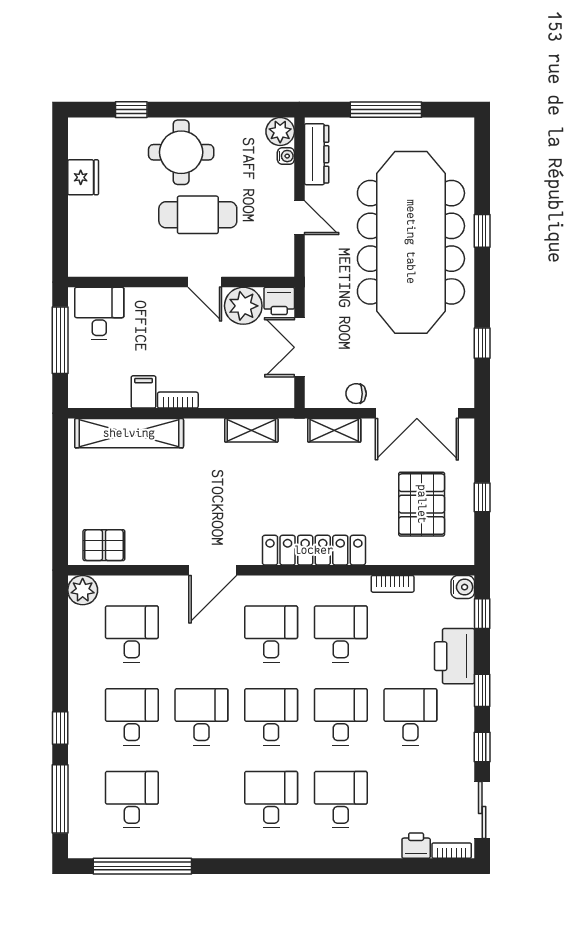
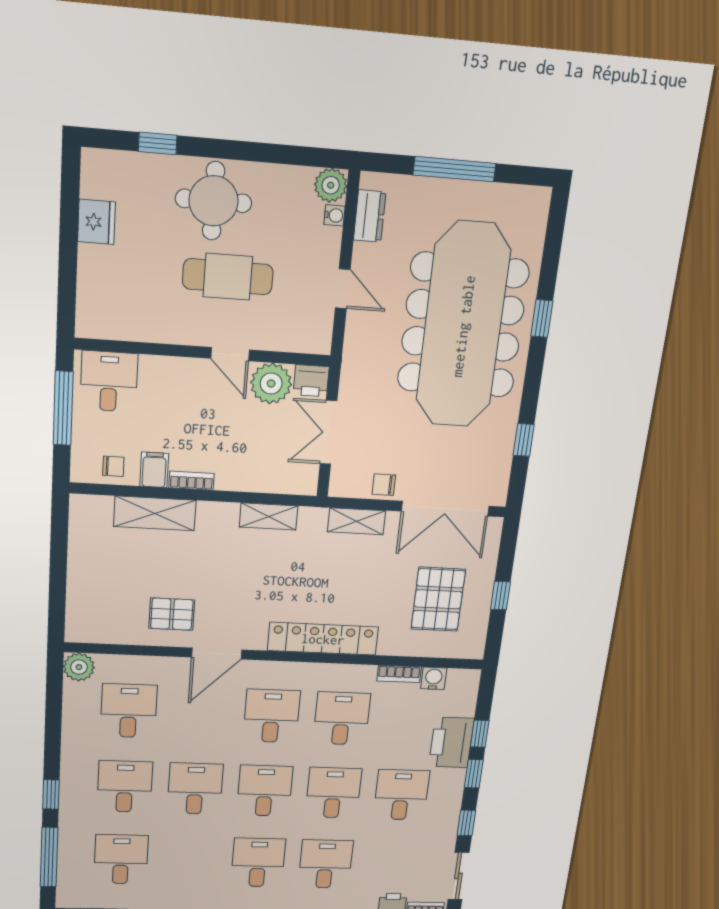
dresser: (317, 154) -> (370, 216), width x0.70
chair: (107, 391) -> (113, 466), added
shelving: (129, 433) -> (155, 513), width x0.68
pallet: (104, 545) -> (172, 614), moved
water cooler: (463, 587) -> (434, 678), moved, turned -90
window: (482, 614) -> (480, 734), moved

